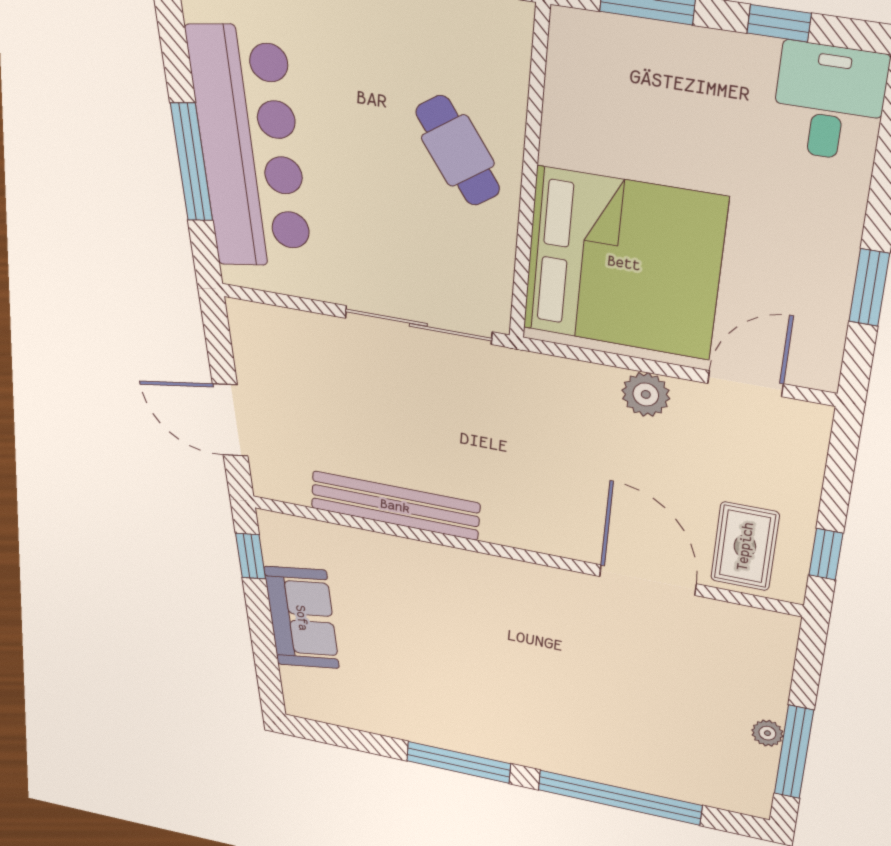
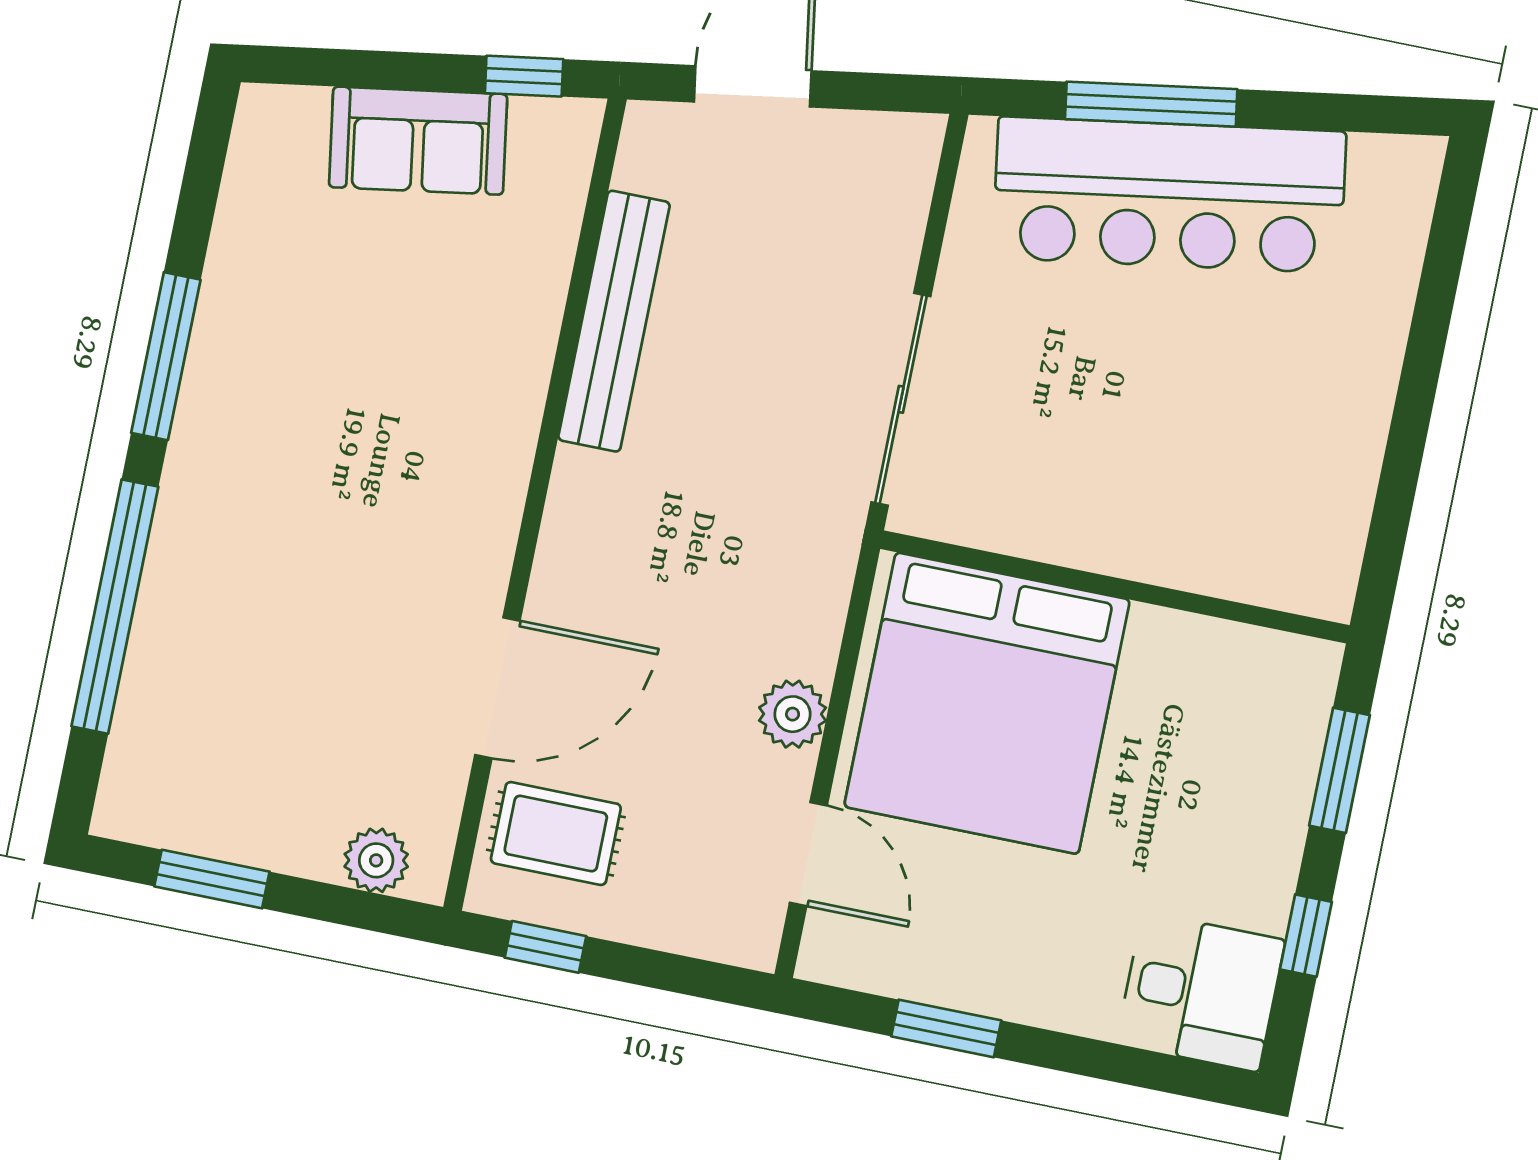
cafe table: (458, 151) -> (1154, 493), removed
plant: (767, 733) -> (376, 860), moved, width x1.38, depth x1.38
window: (794, 752) -> (212, 879), width x0.69

